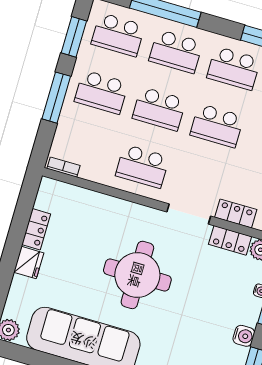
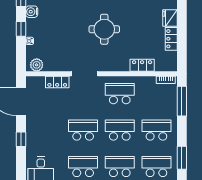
window: (56, 98) -> (182, 101), moved
locker: (230, 240) -> (142, 65), moved
round table: (137, 275) -> (104, 29), width x0.73, depth x0.73

